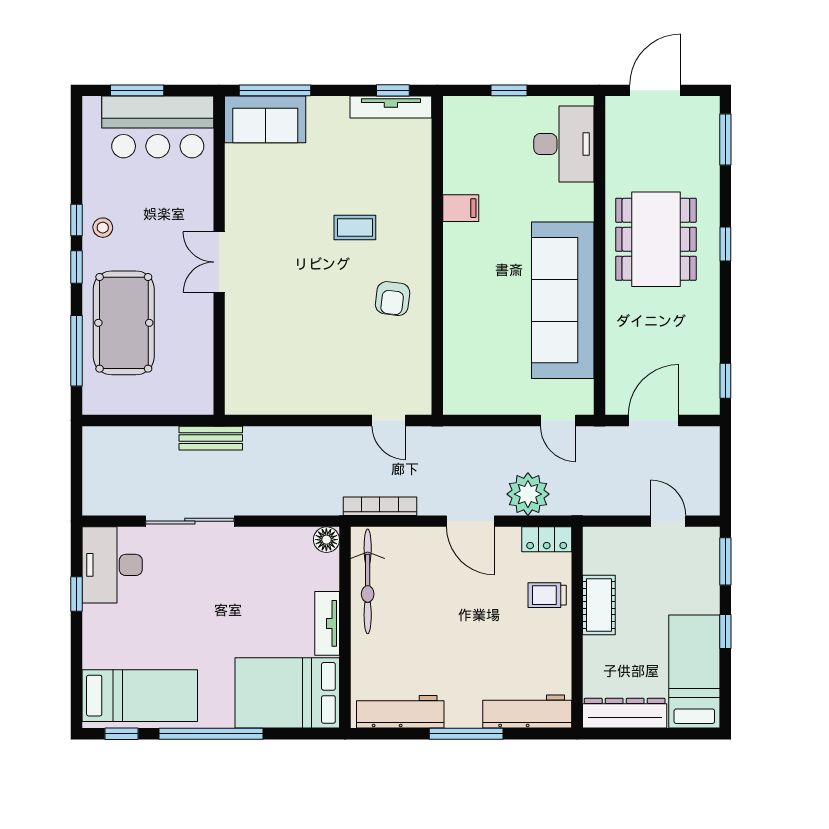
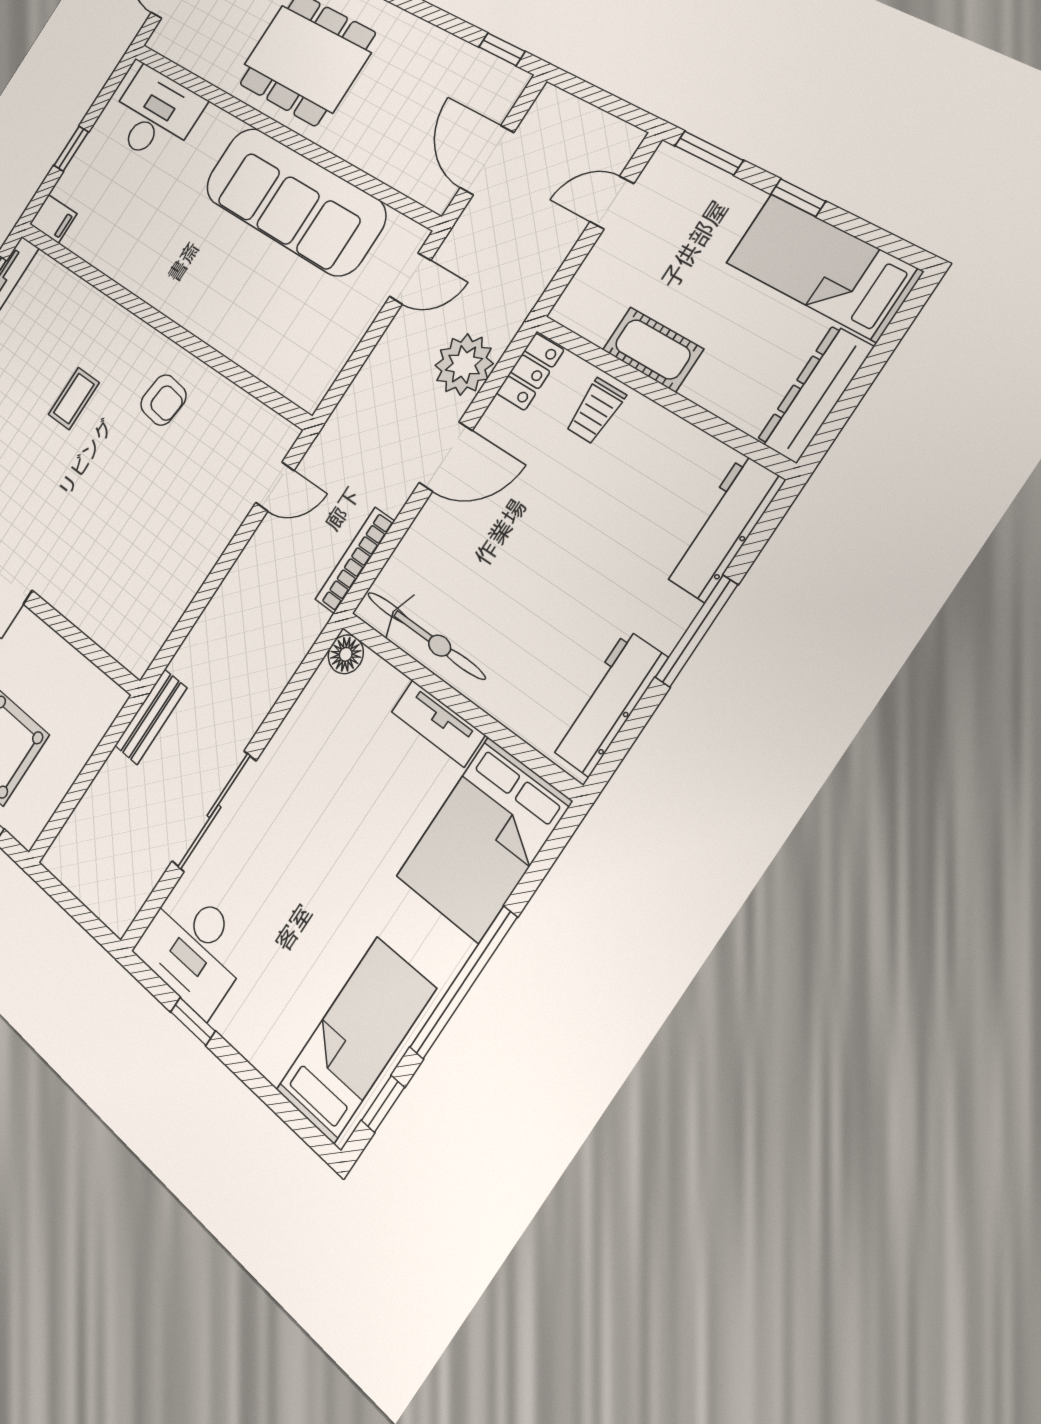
filing cabinet: (461, 208) -> (53, 219), moved, turned 90

